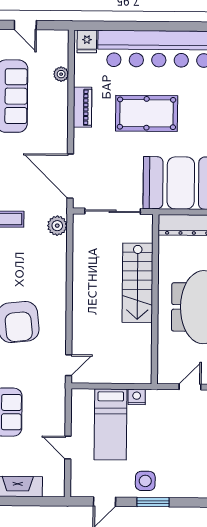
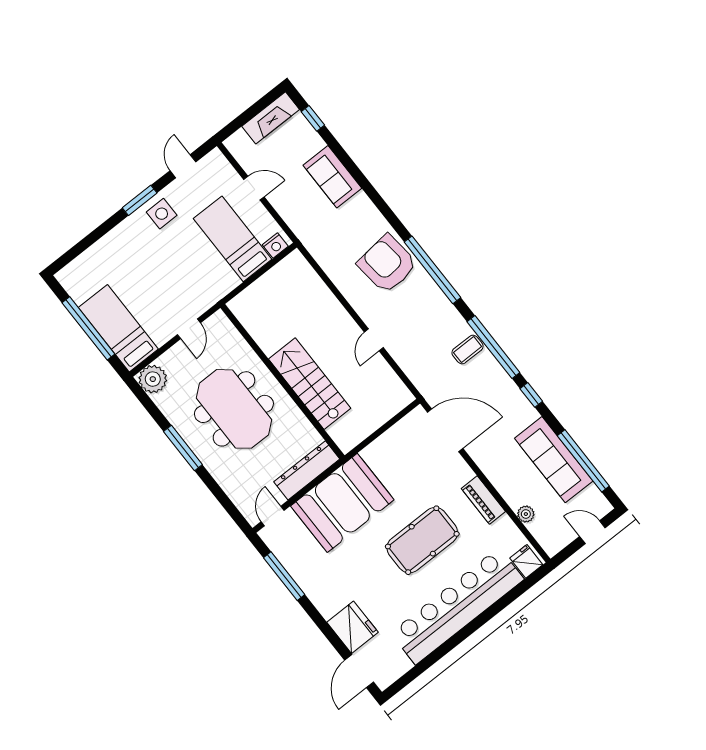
sliding door: (113, 211) -> (383, 429), removed
plant: (57, 226) -> (421, 377), removed
door: (69, 365) -> (374, 340), moved
nightstand: (137, 397) -> (275, 245), moved

